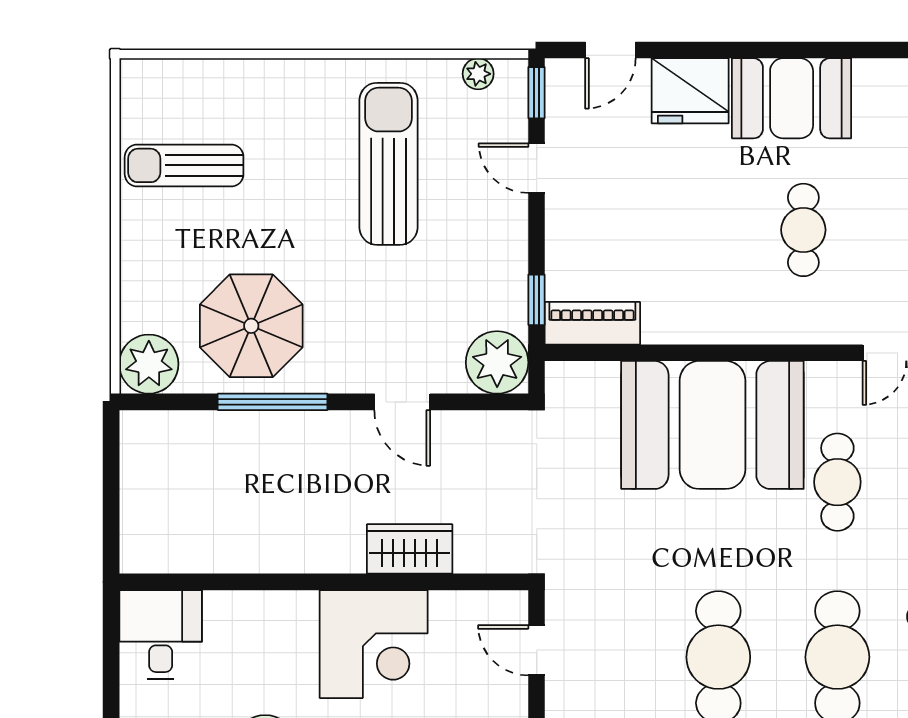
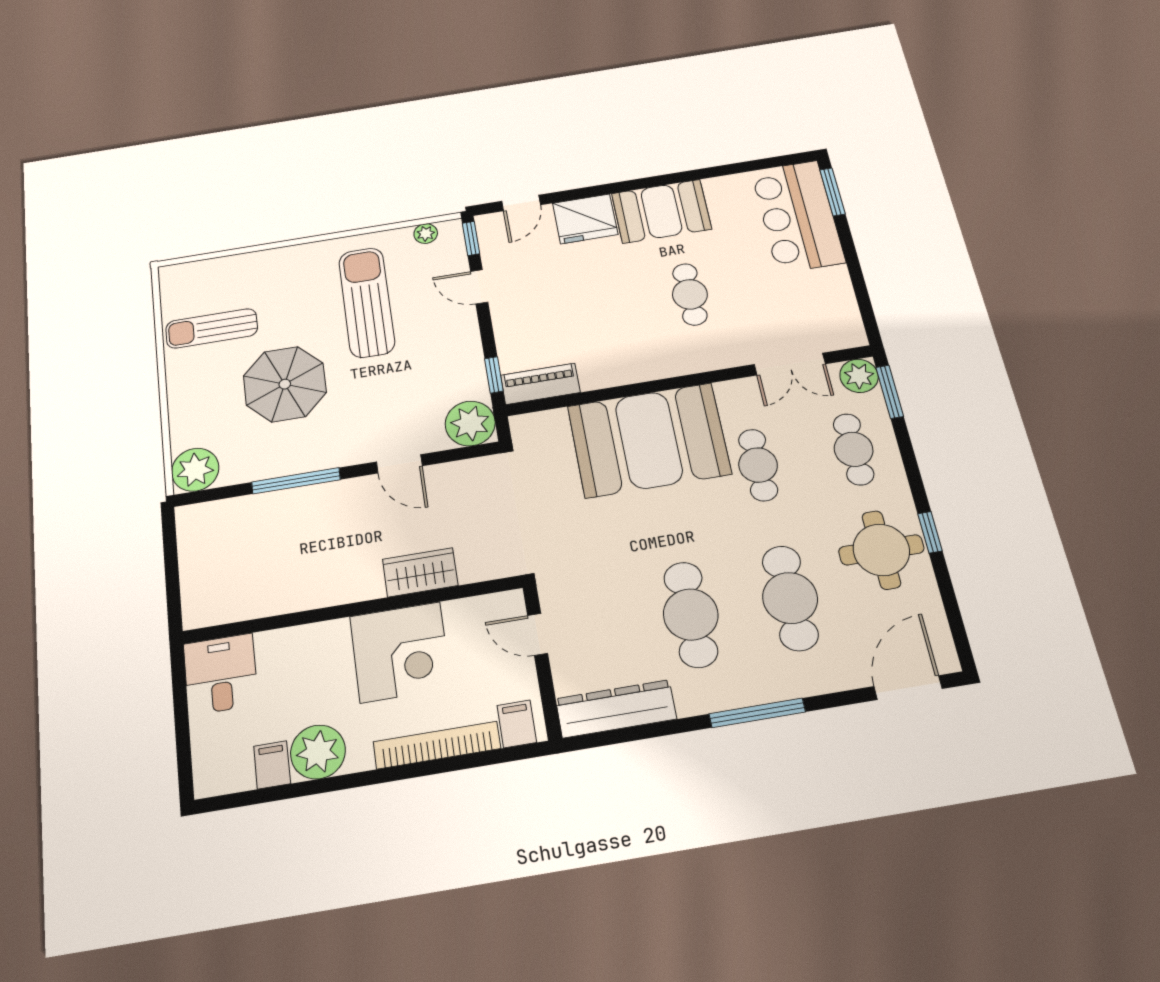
parasol: (251, 326) -> (285, 384), moved

